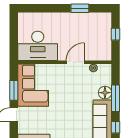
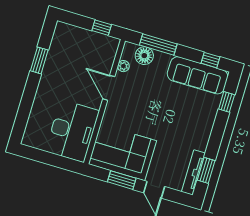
window: (116, 34) -> (102, 28), moved
floor lamp: (105, 93) -> (144, 56), moved
window: (116, 98) -> (158, 45), moved

